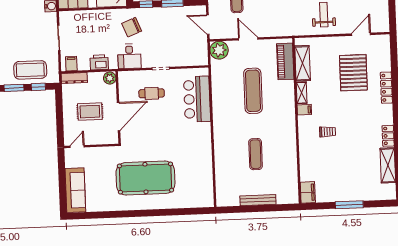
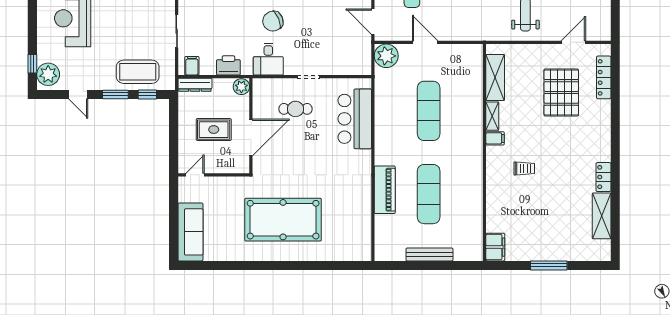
piano: (285, 61) -> (385, 190), moved, turned 180
locker: (386, 88) -> (604, 77), moved
exercise mat: (256, 154) -> (429, 194), width x1.36, depth x1.45

